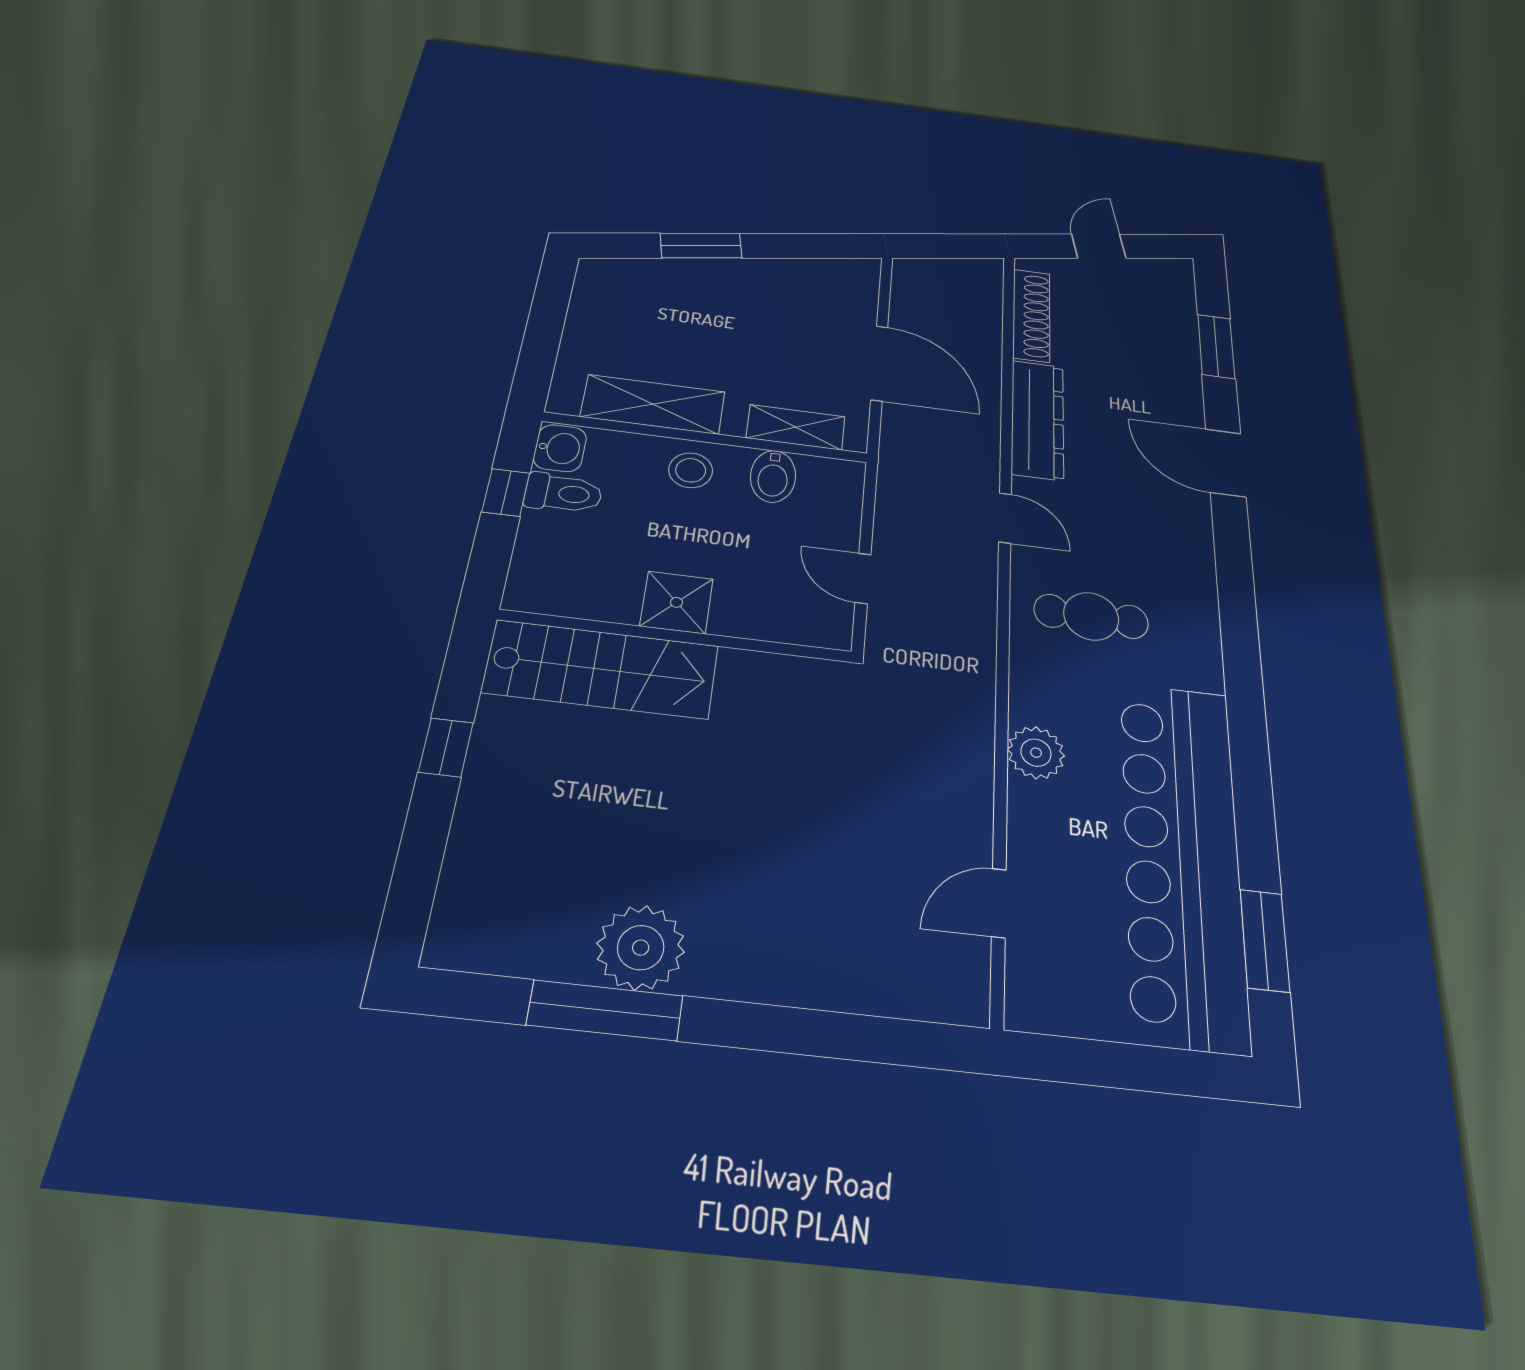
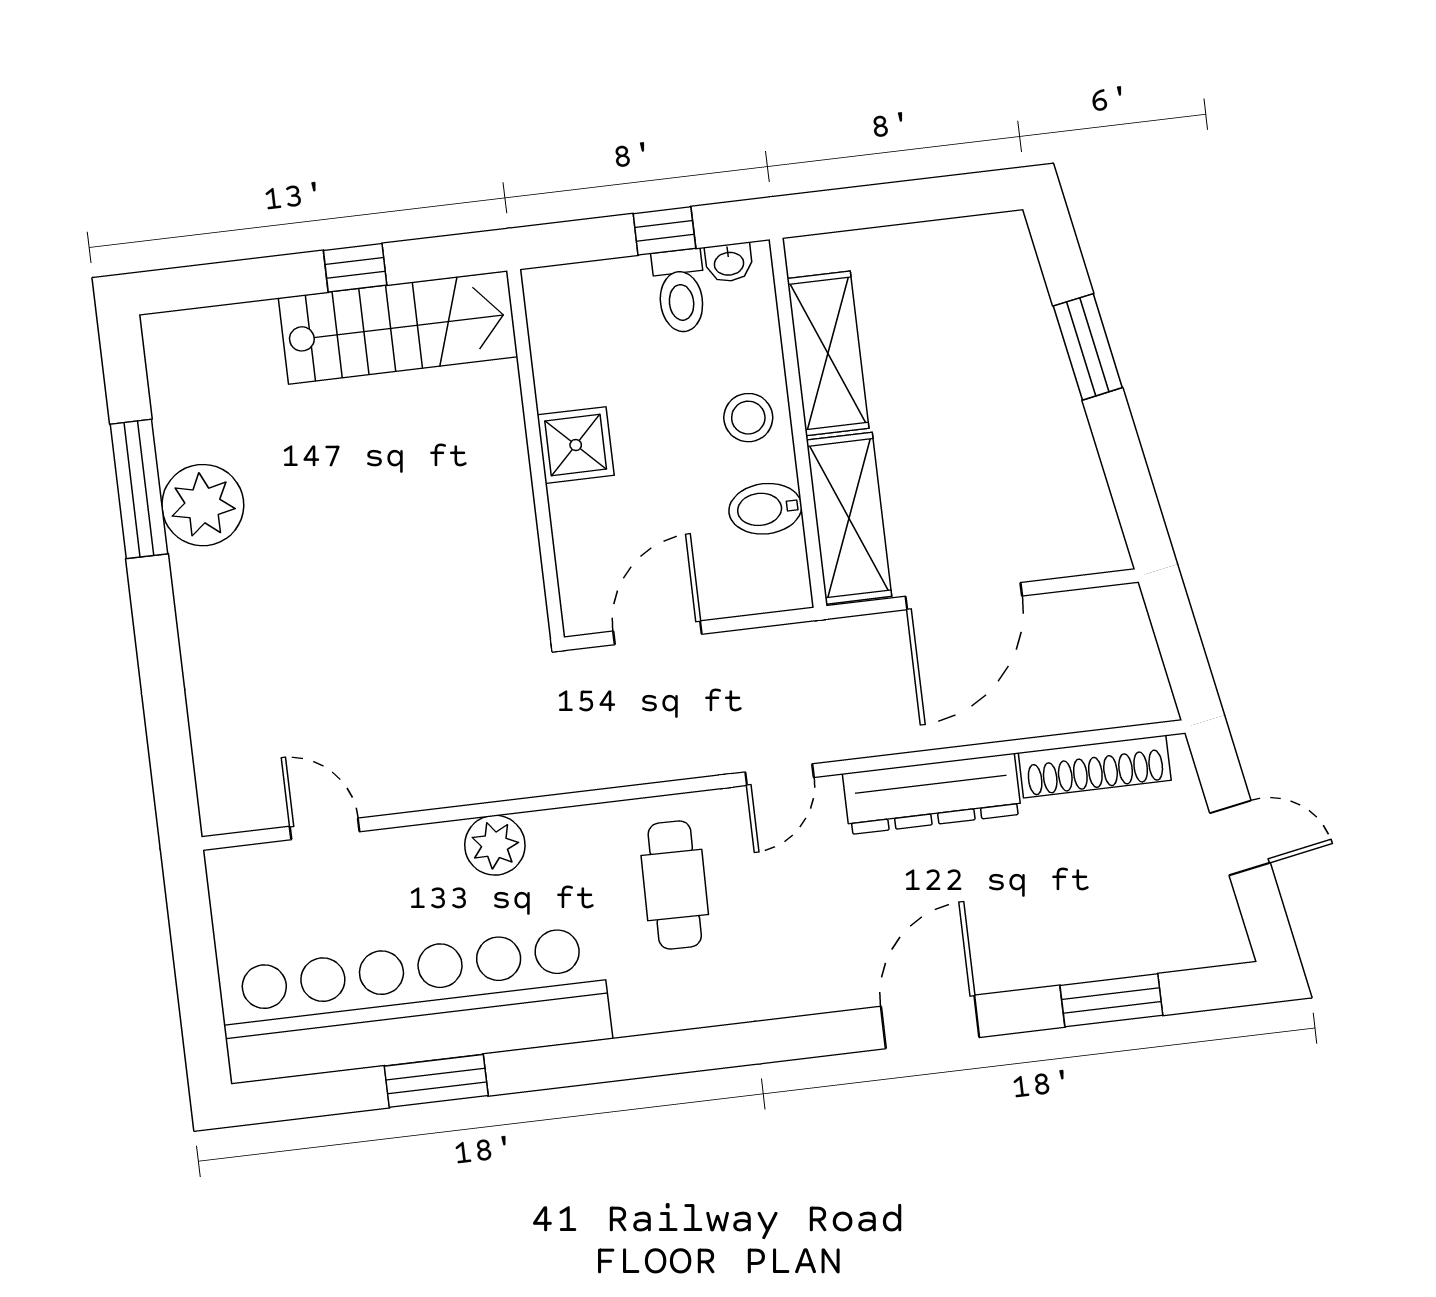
shelving: (796, 427) -> (849, 518), width x1.50, depth x1.33
washbasin: (560, 448) -> (729, 263), width x0.72, depth x0.69
door: (863, 578) -> (657, 633), width x1.38
stairs: (601, 669) -> (398, 327), moved, turned -90
window: (1265, 940) -> (436, 1081), moved

